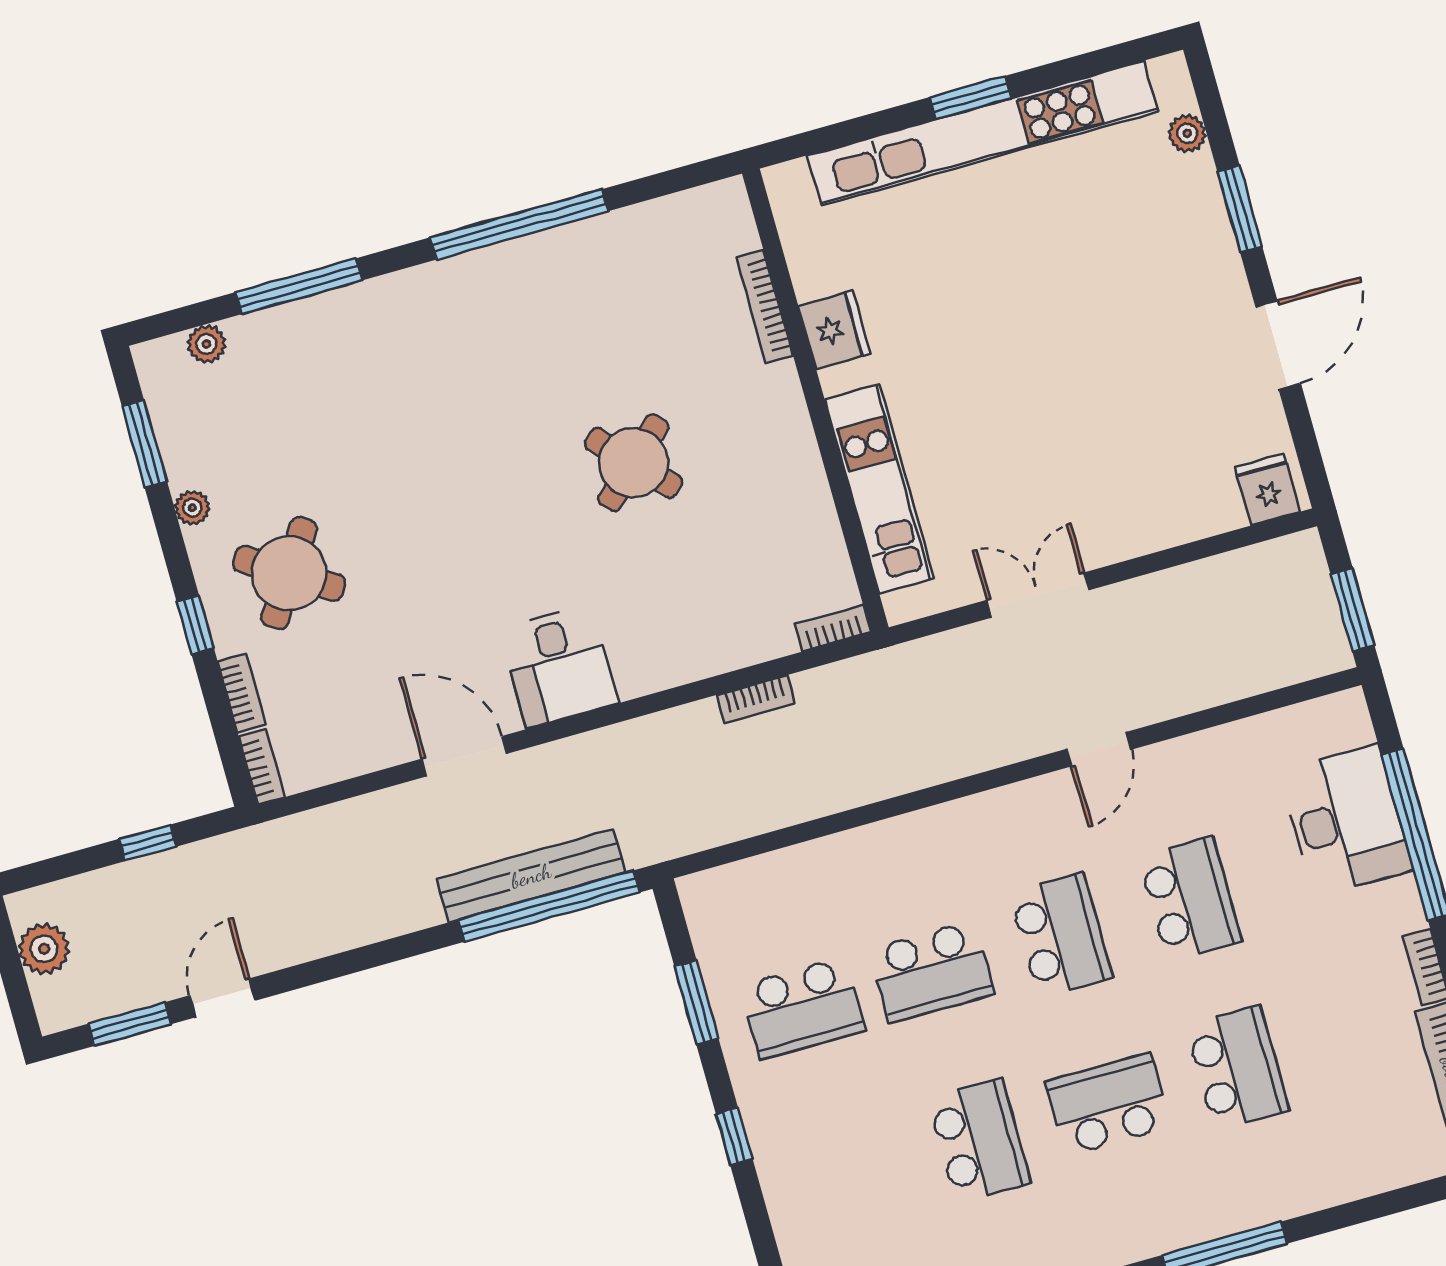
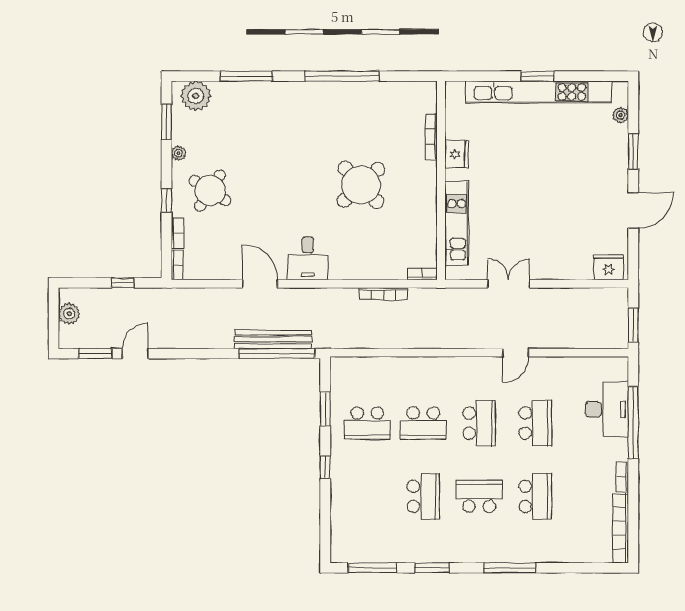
plant: (207, 344) -> (196, 96), width x1.88, depth x1.88
round table: (633, 463) -> (361, 185), width x1.36, depth x1.36
fridge: (1268, 489) -> (609, 267), width x1.38
bookcase: (756, 699) -> (383, 294), width x1.56

